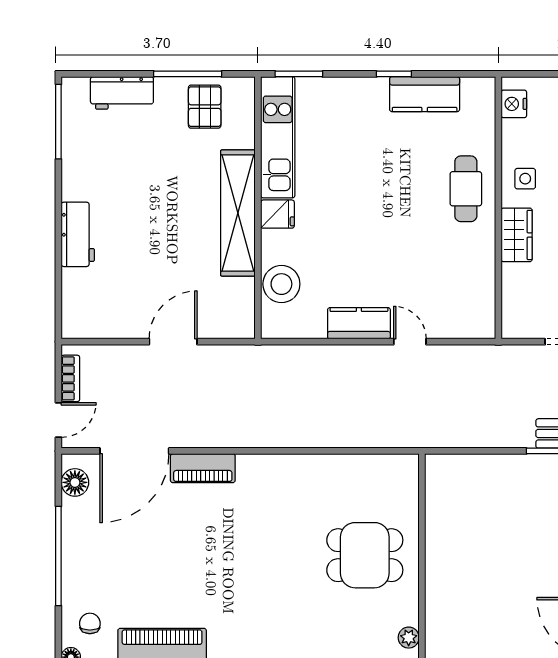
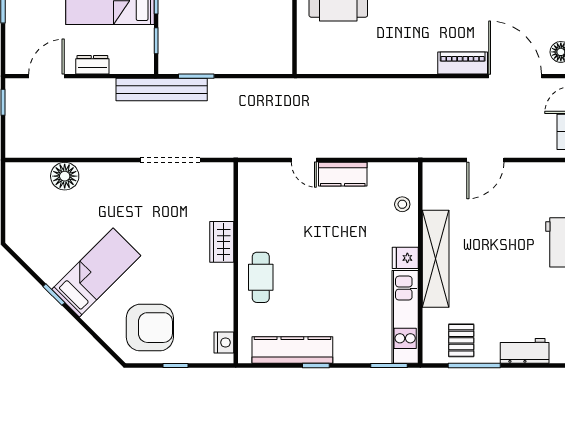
kitchen counter: (425, 94) -> (292, 350), width x1.50
side table: (525, 179) -> (215, 285), removed
stool: (281, 284) -> (402, 204), width x0.53, depth x0.53
door: (134, 451) -> (515, 76), hinge flipped

